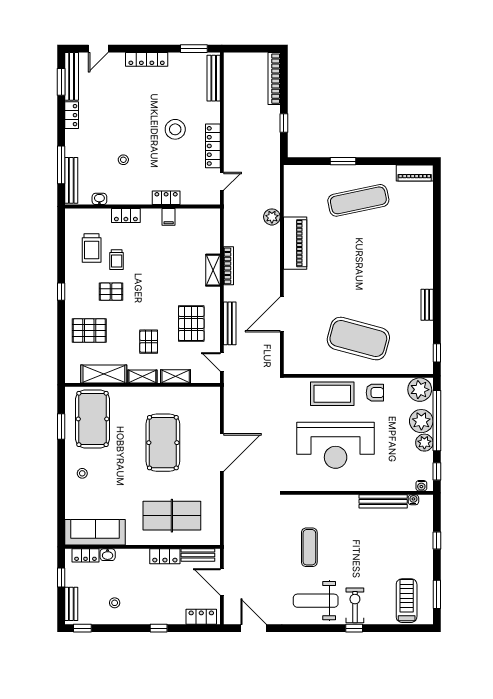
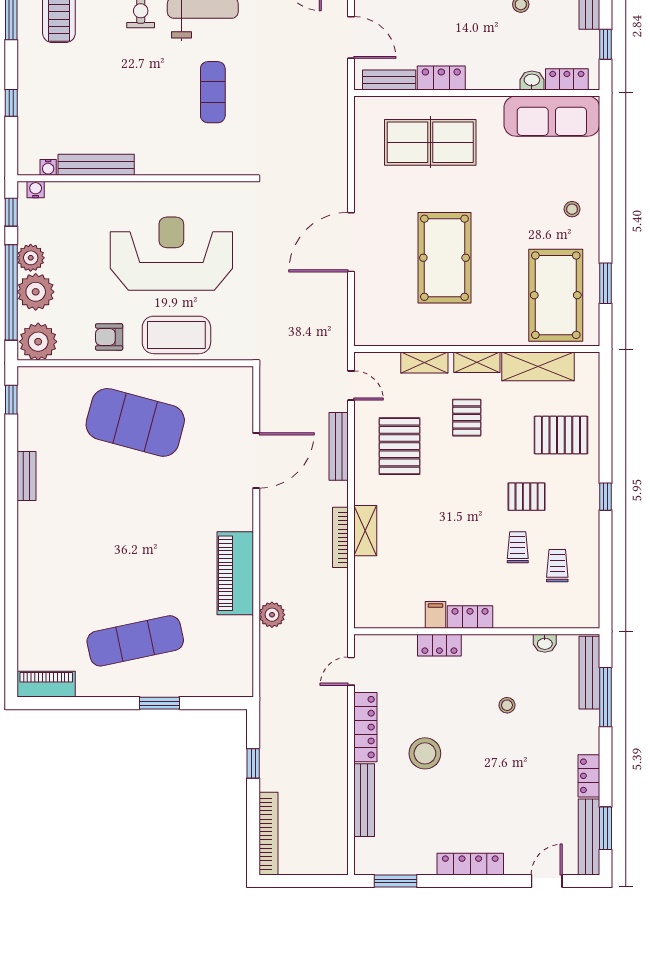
bench: (214, 78) -> (364, 800), moved
locker: (126, 215) -> (470, 617), moved
trolley: (92, 248) -> (557, 566), width x0.73, depth x0.72

